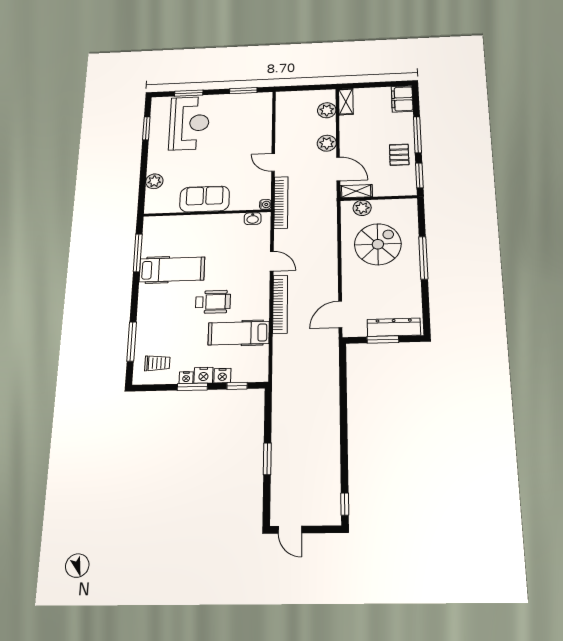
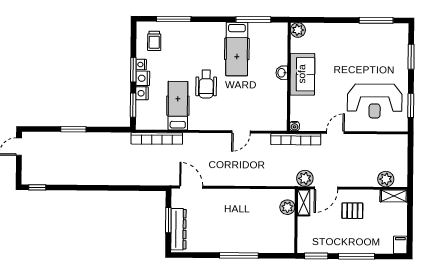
filing cabinet: (402, 99) -> (400, 245), width x0.50
reception desk: (189, 123) -> (375, 101), moved
window: (146, 128) -> (376, 20), width x1.44
plant: (327, 143) -> (305, 178), moved
pallet: (399, 155) -> (352, 211), moved
plant: (154, 181) -> (298, 30), moved
washbasin: (253, 219) -> (282, 73), moved
spiral stairs: (378, 244) -> (253, 219), removed
bookcase: (280, 304) -> (157, 138), moved
window: (237, 386) -> (133, 105), width x1.50

